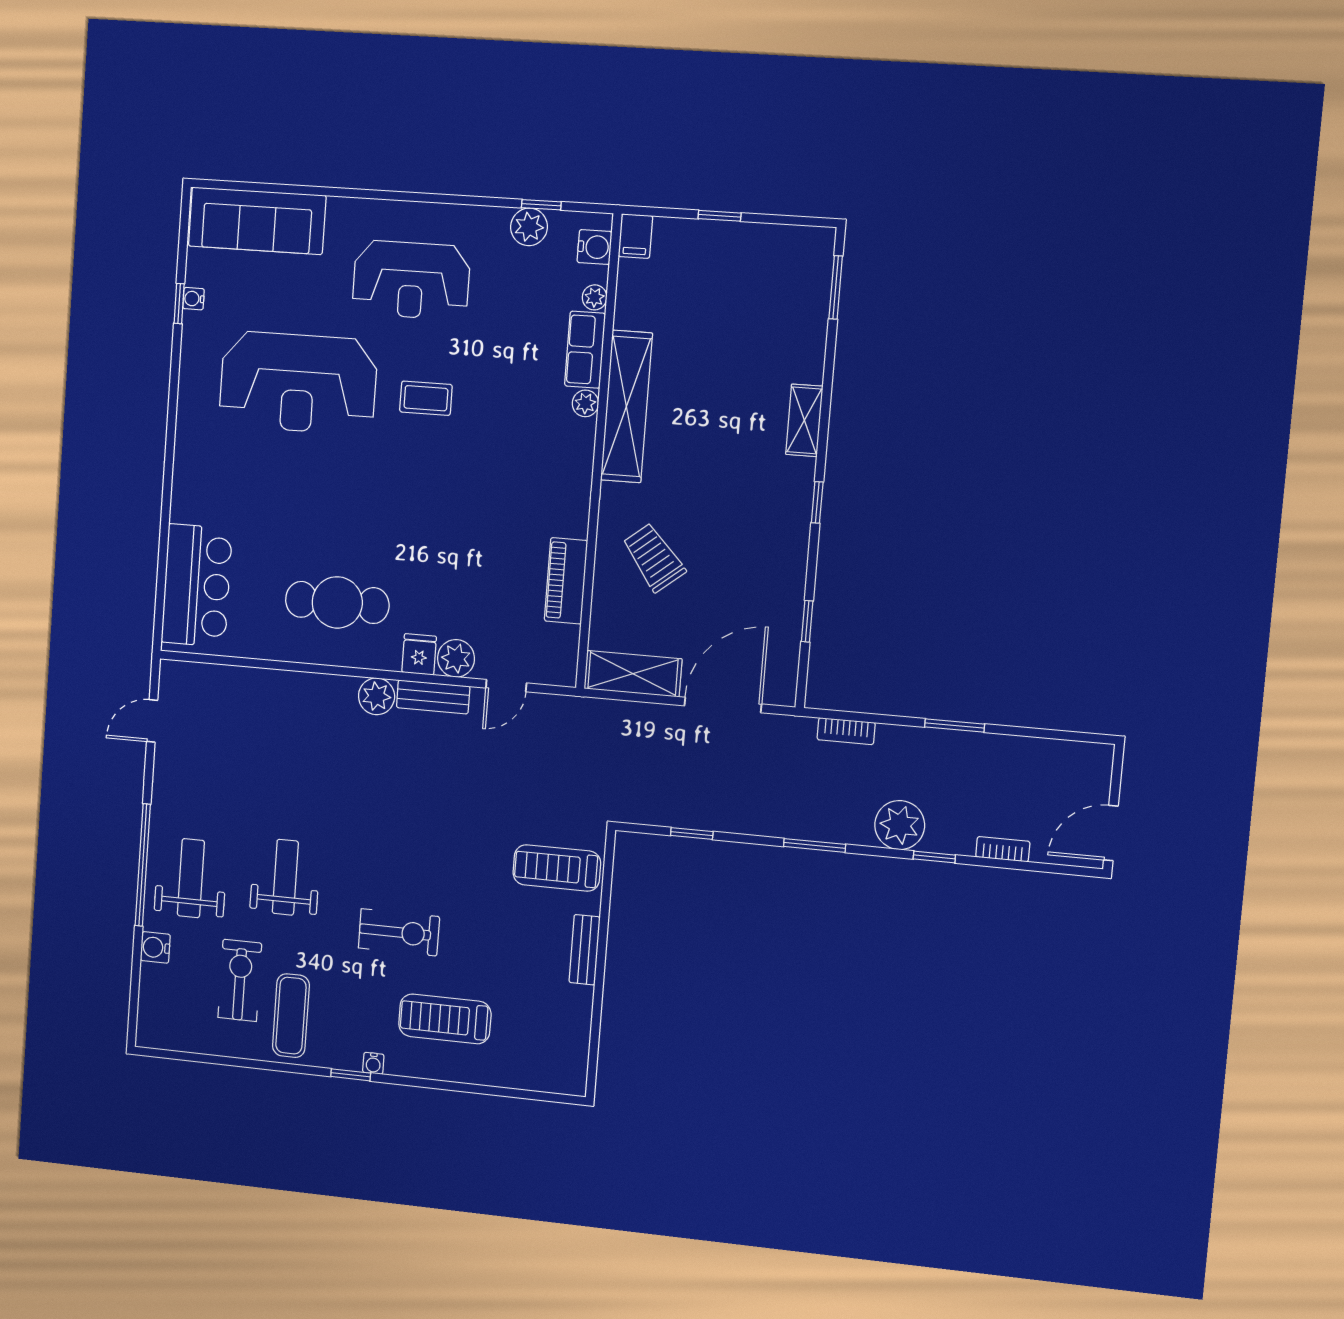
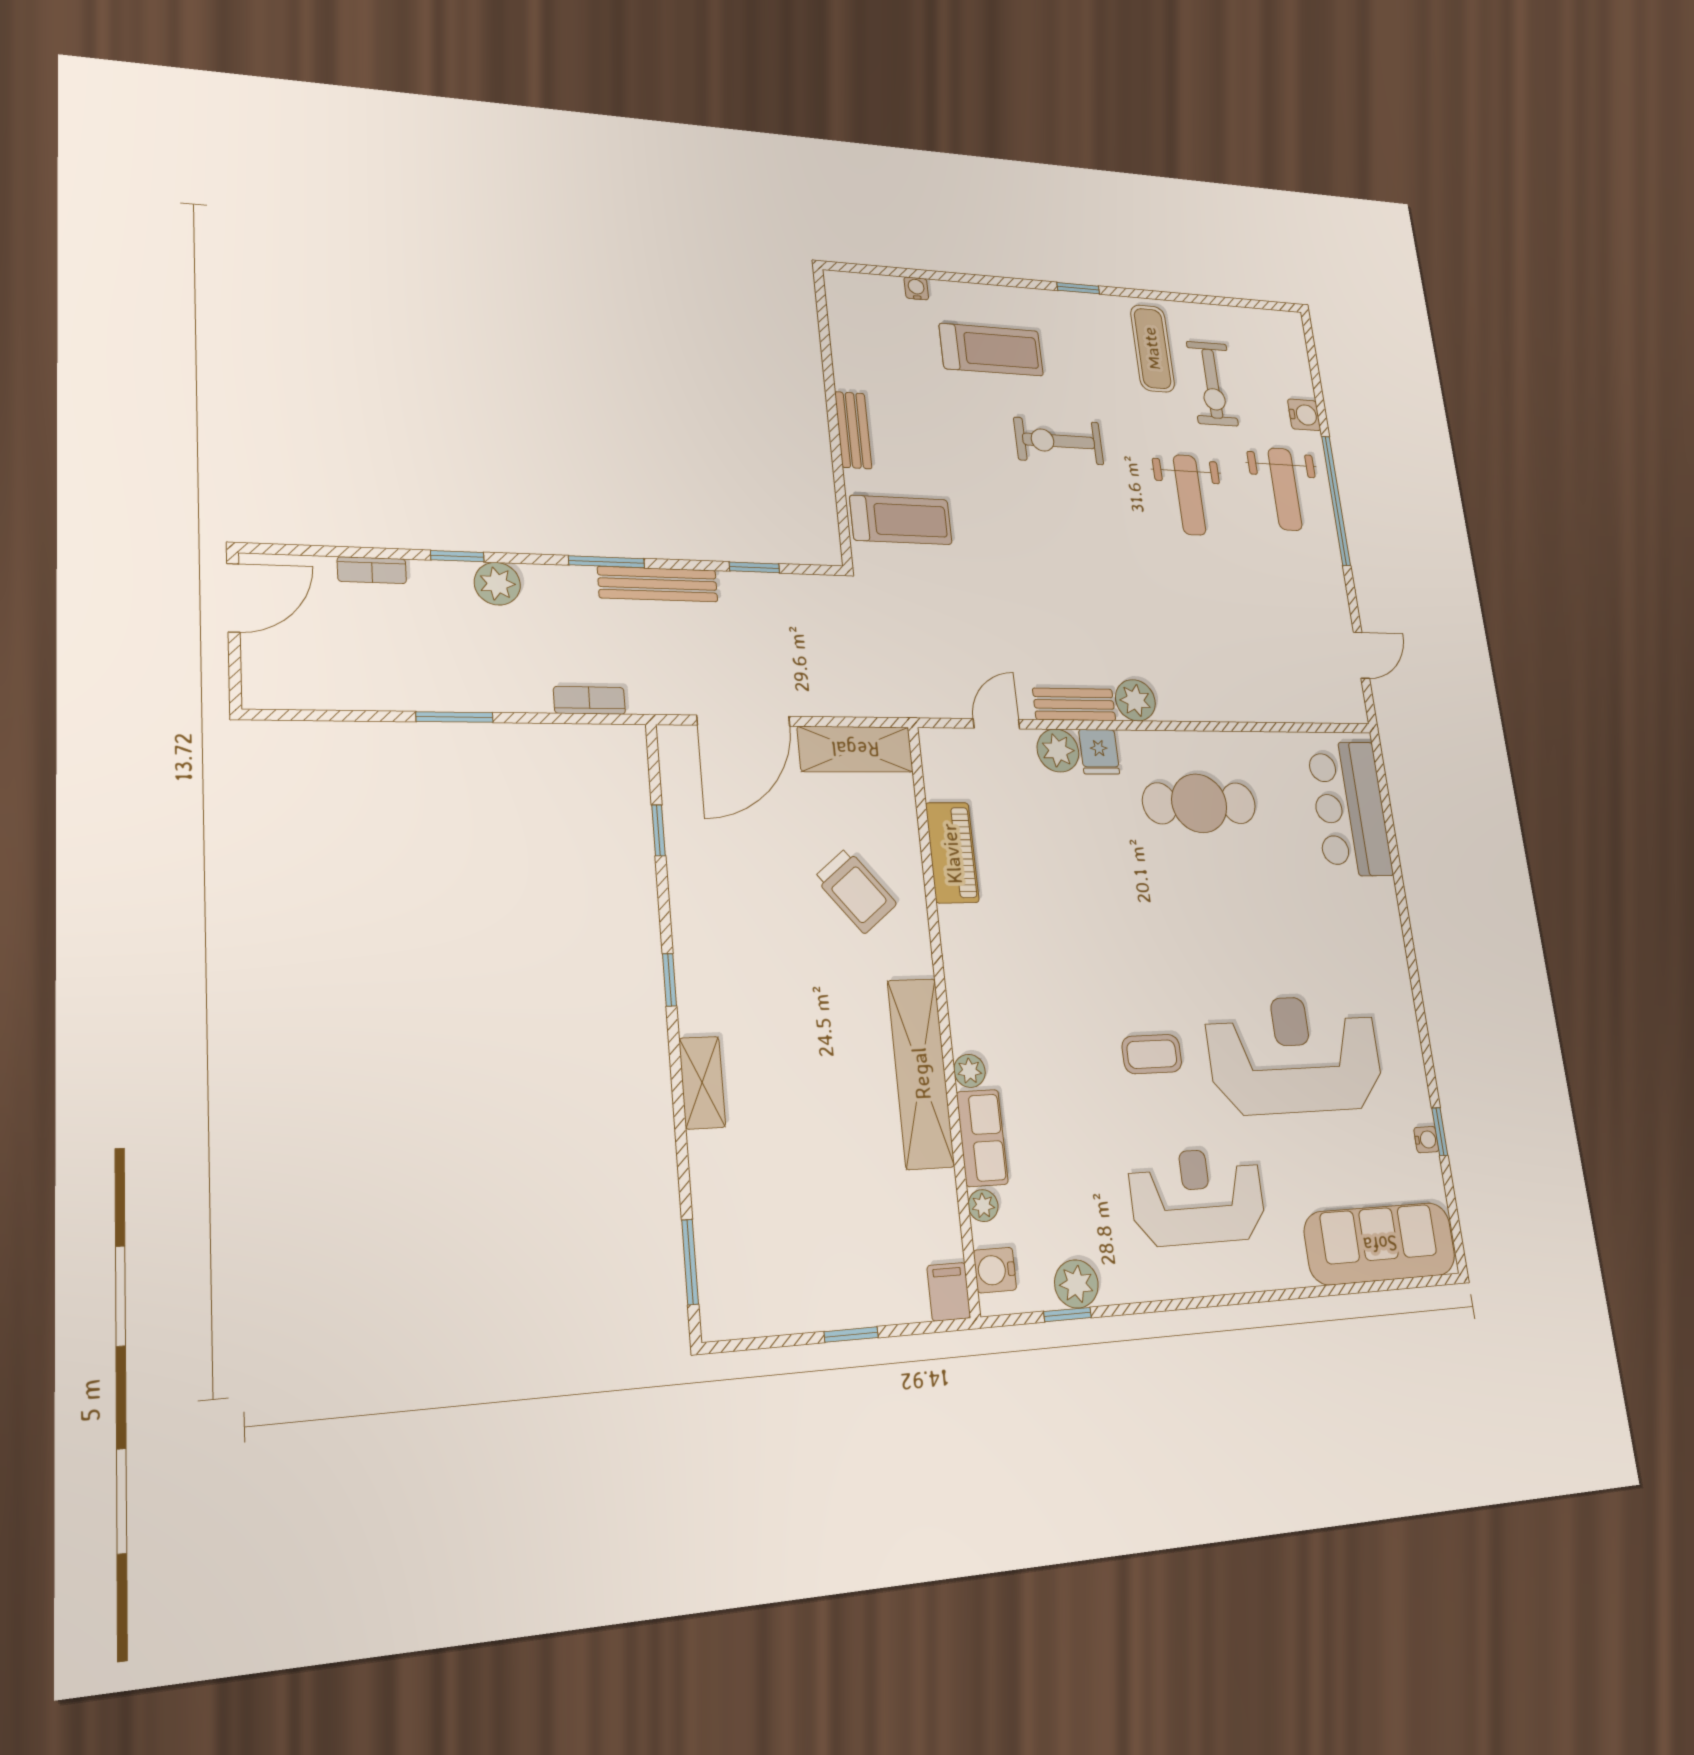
bench: (775, 824) -> (658, 584), added
plant: (900, 825) -> (497, 584), width x0.73, depth x0.73
water cooler: (373, 1063) -> (916, 288), moved

